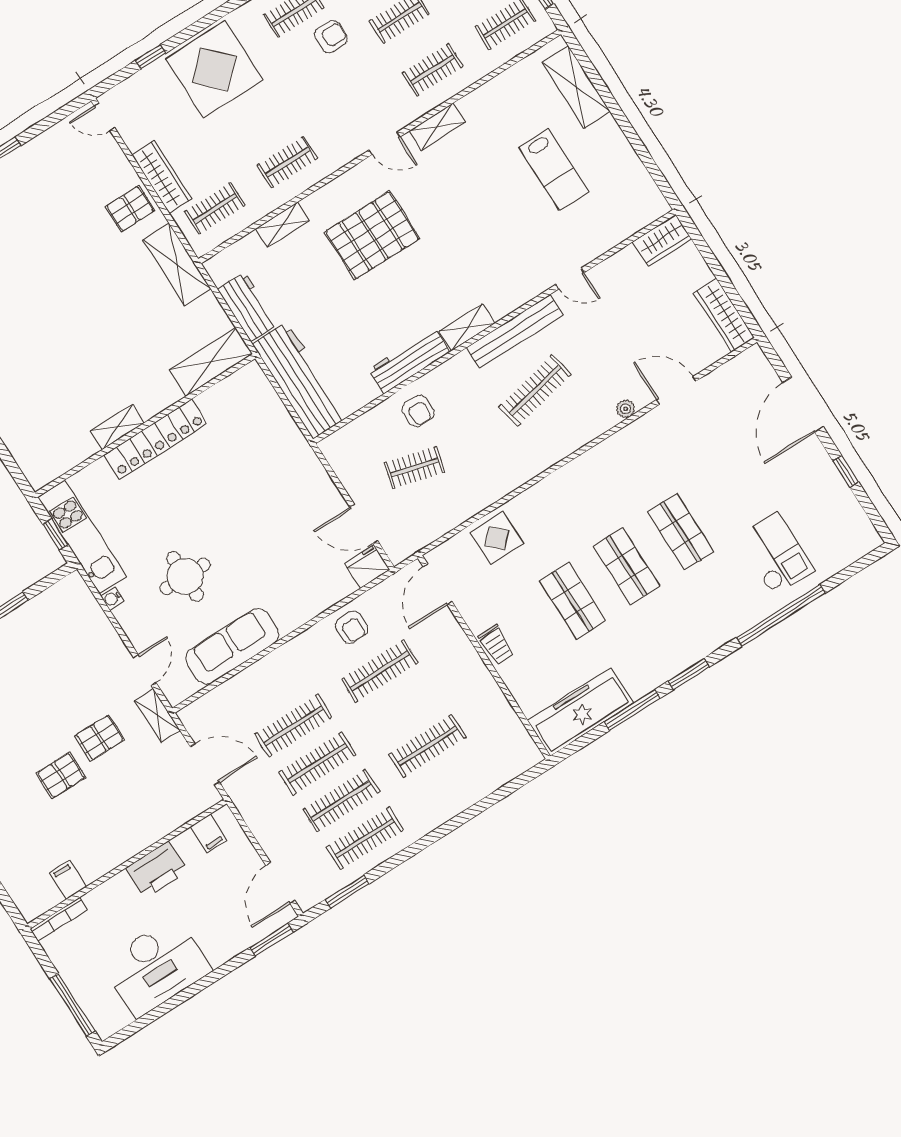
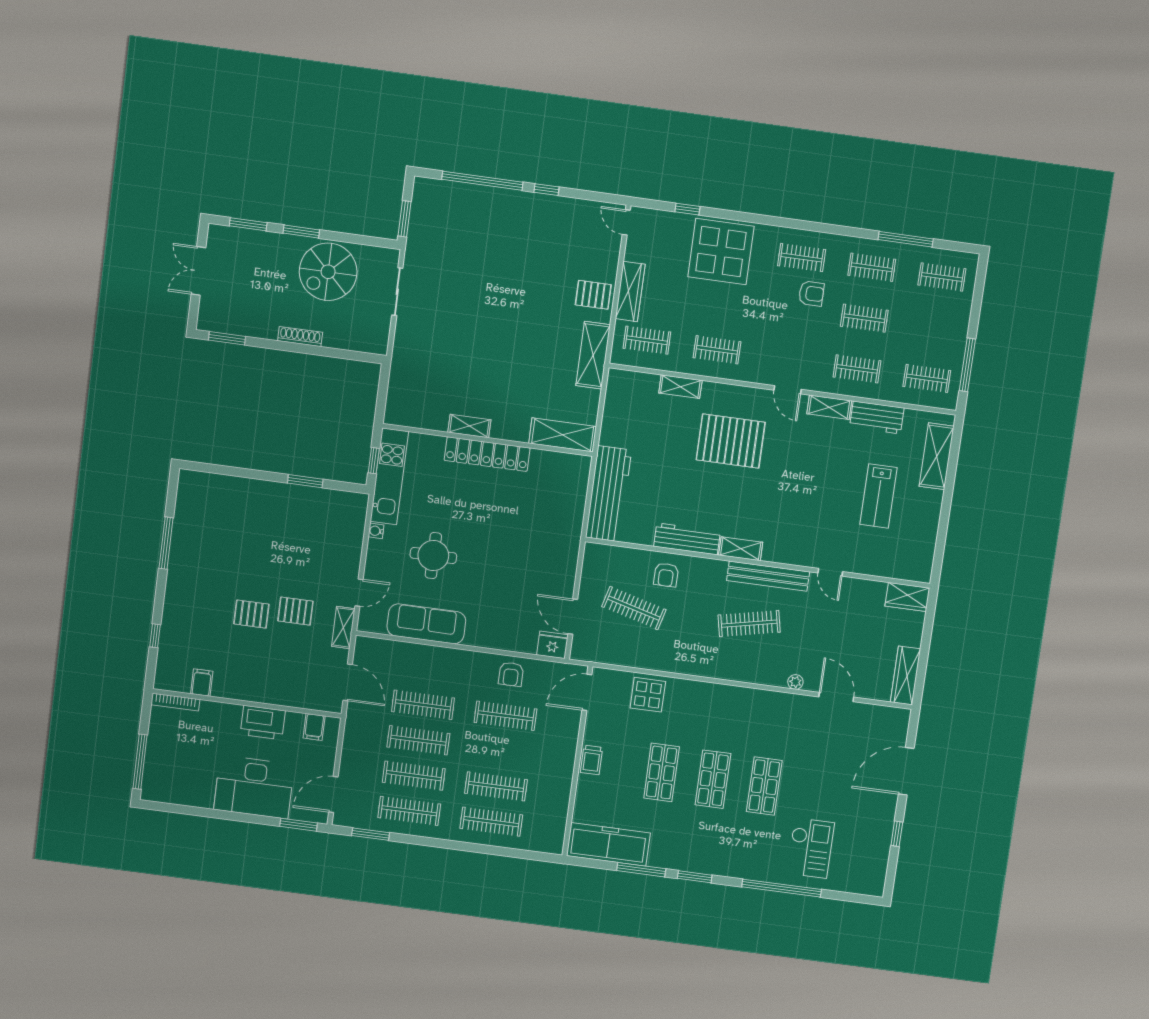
workbench: (248, 307) -> (877, 417), moved, turned 90
clothes rail: (414, 467) -> (634, 608), width x1.36
clothes rail: (451, 783) -> (491, 822), added
desk: (156, 967) -> (254, 787), moved

